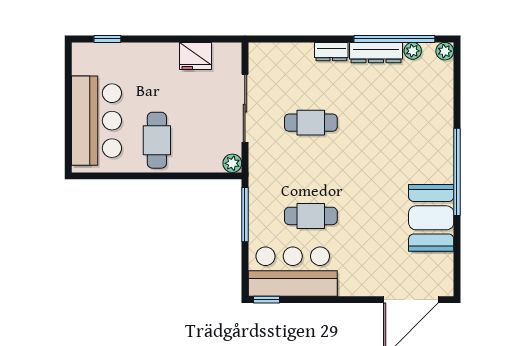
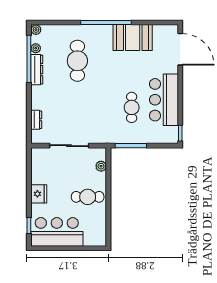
dresser: (331, 52) -> (36, 120), moved
fridge: (195, 56) -> (39, 194), moved
bar counter: (97, 121) -> (57, 232), moved
cafe table: (311, 123) -> (77, 61), moved, width x1.37, depth x1.35
plant: (232, 163) -> (101, 166), moved
bar counter: (293, 272) -> (164, 100), moved

